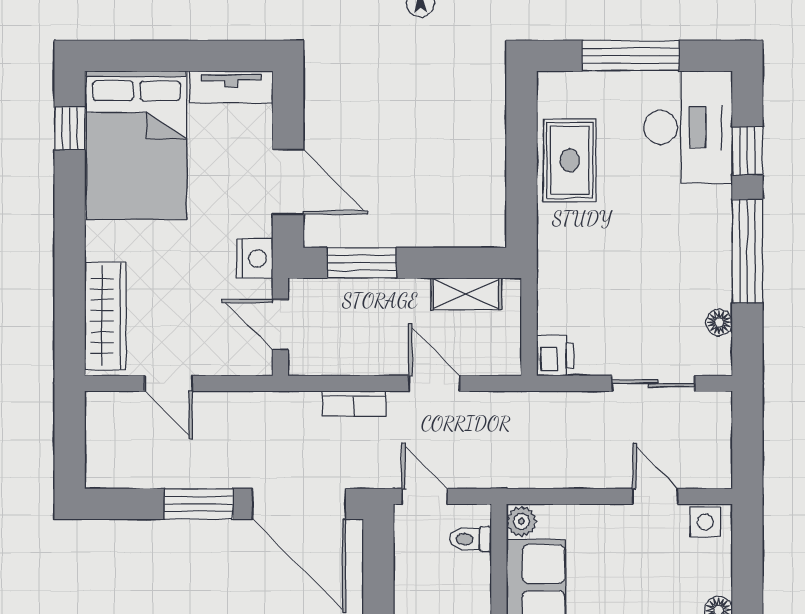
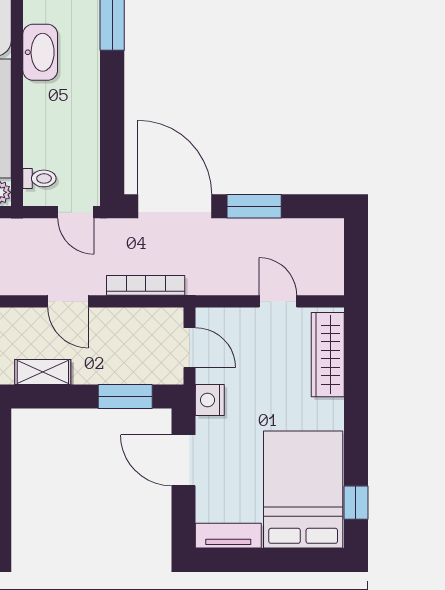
bookcase: (354, 404) -> (146, 285), width x1.56

